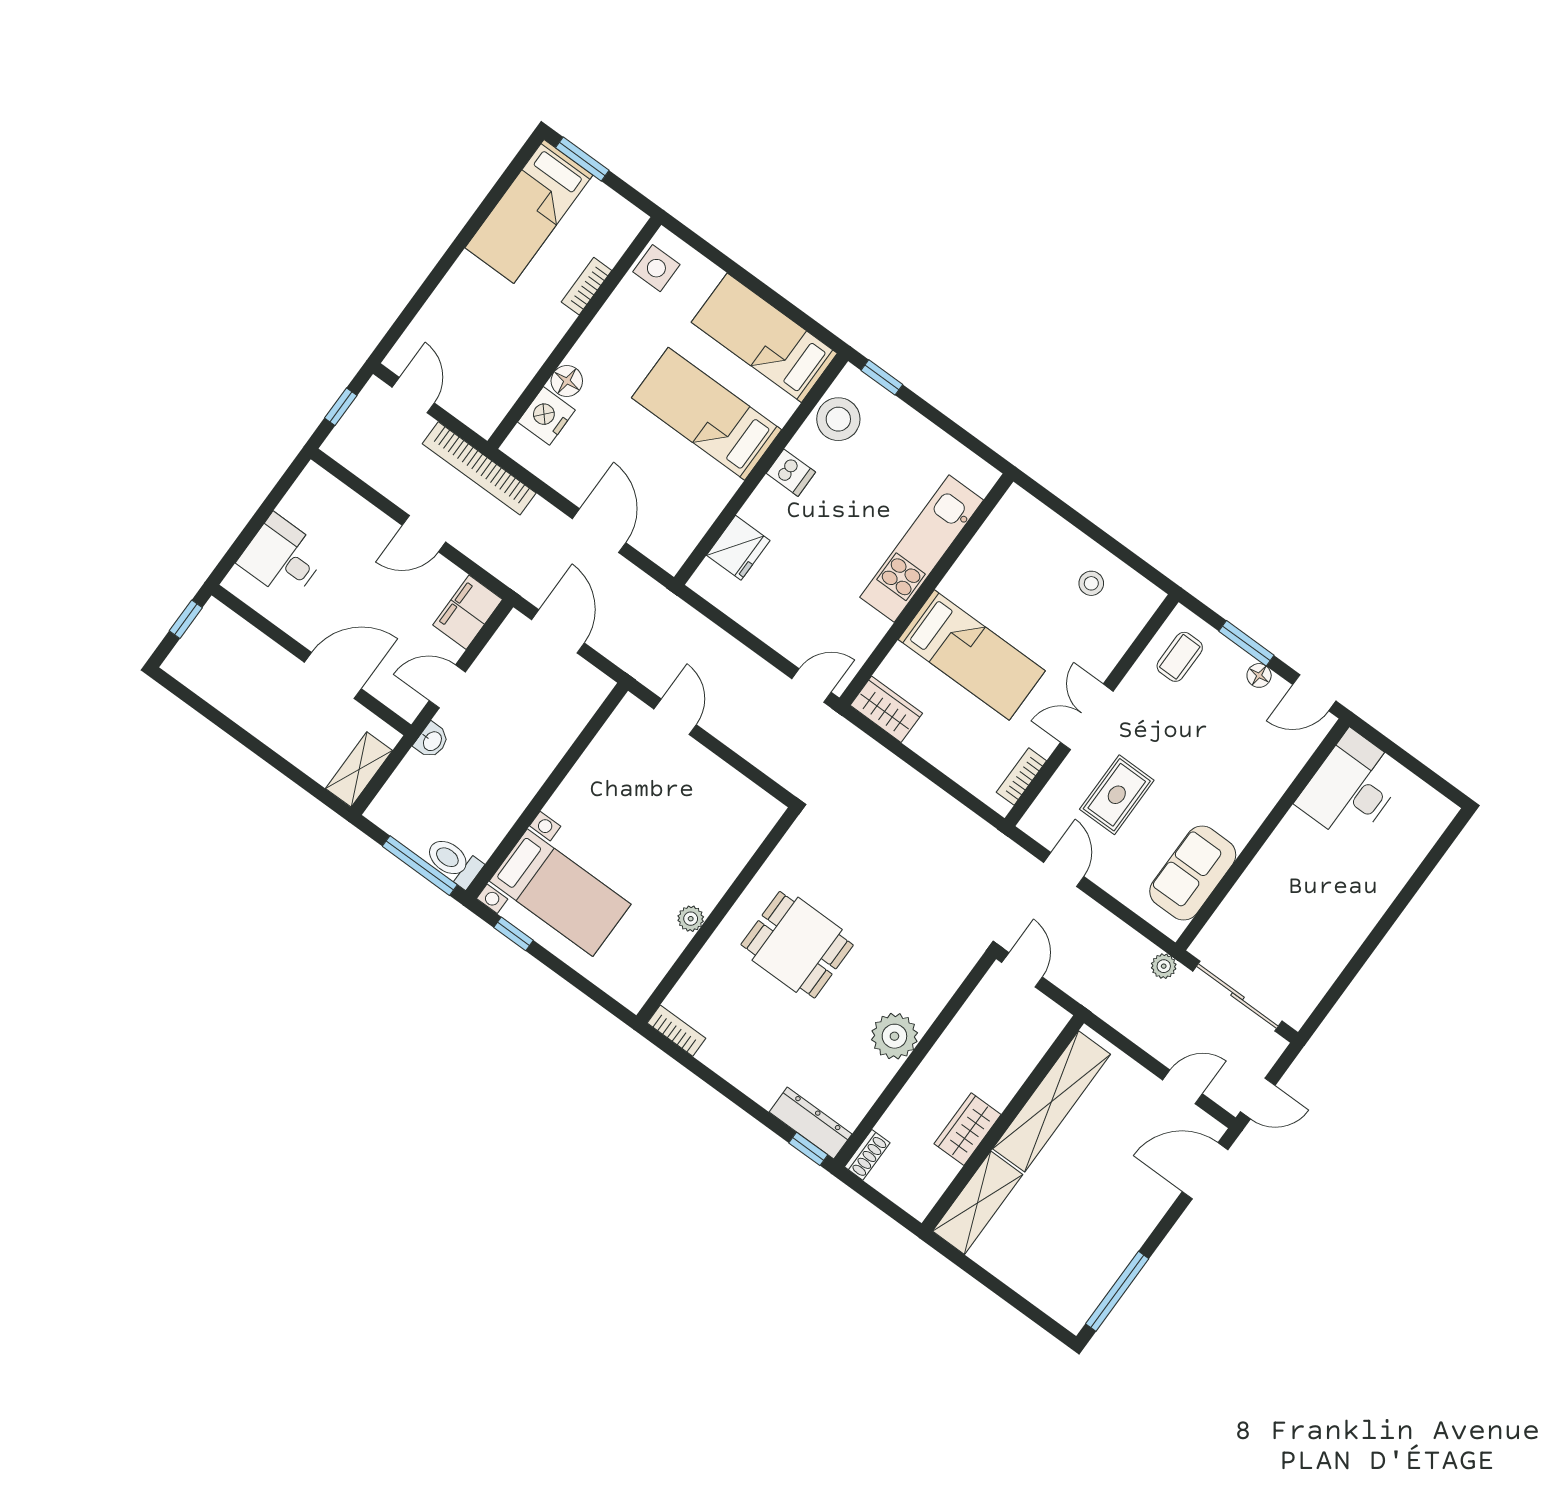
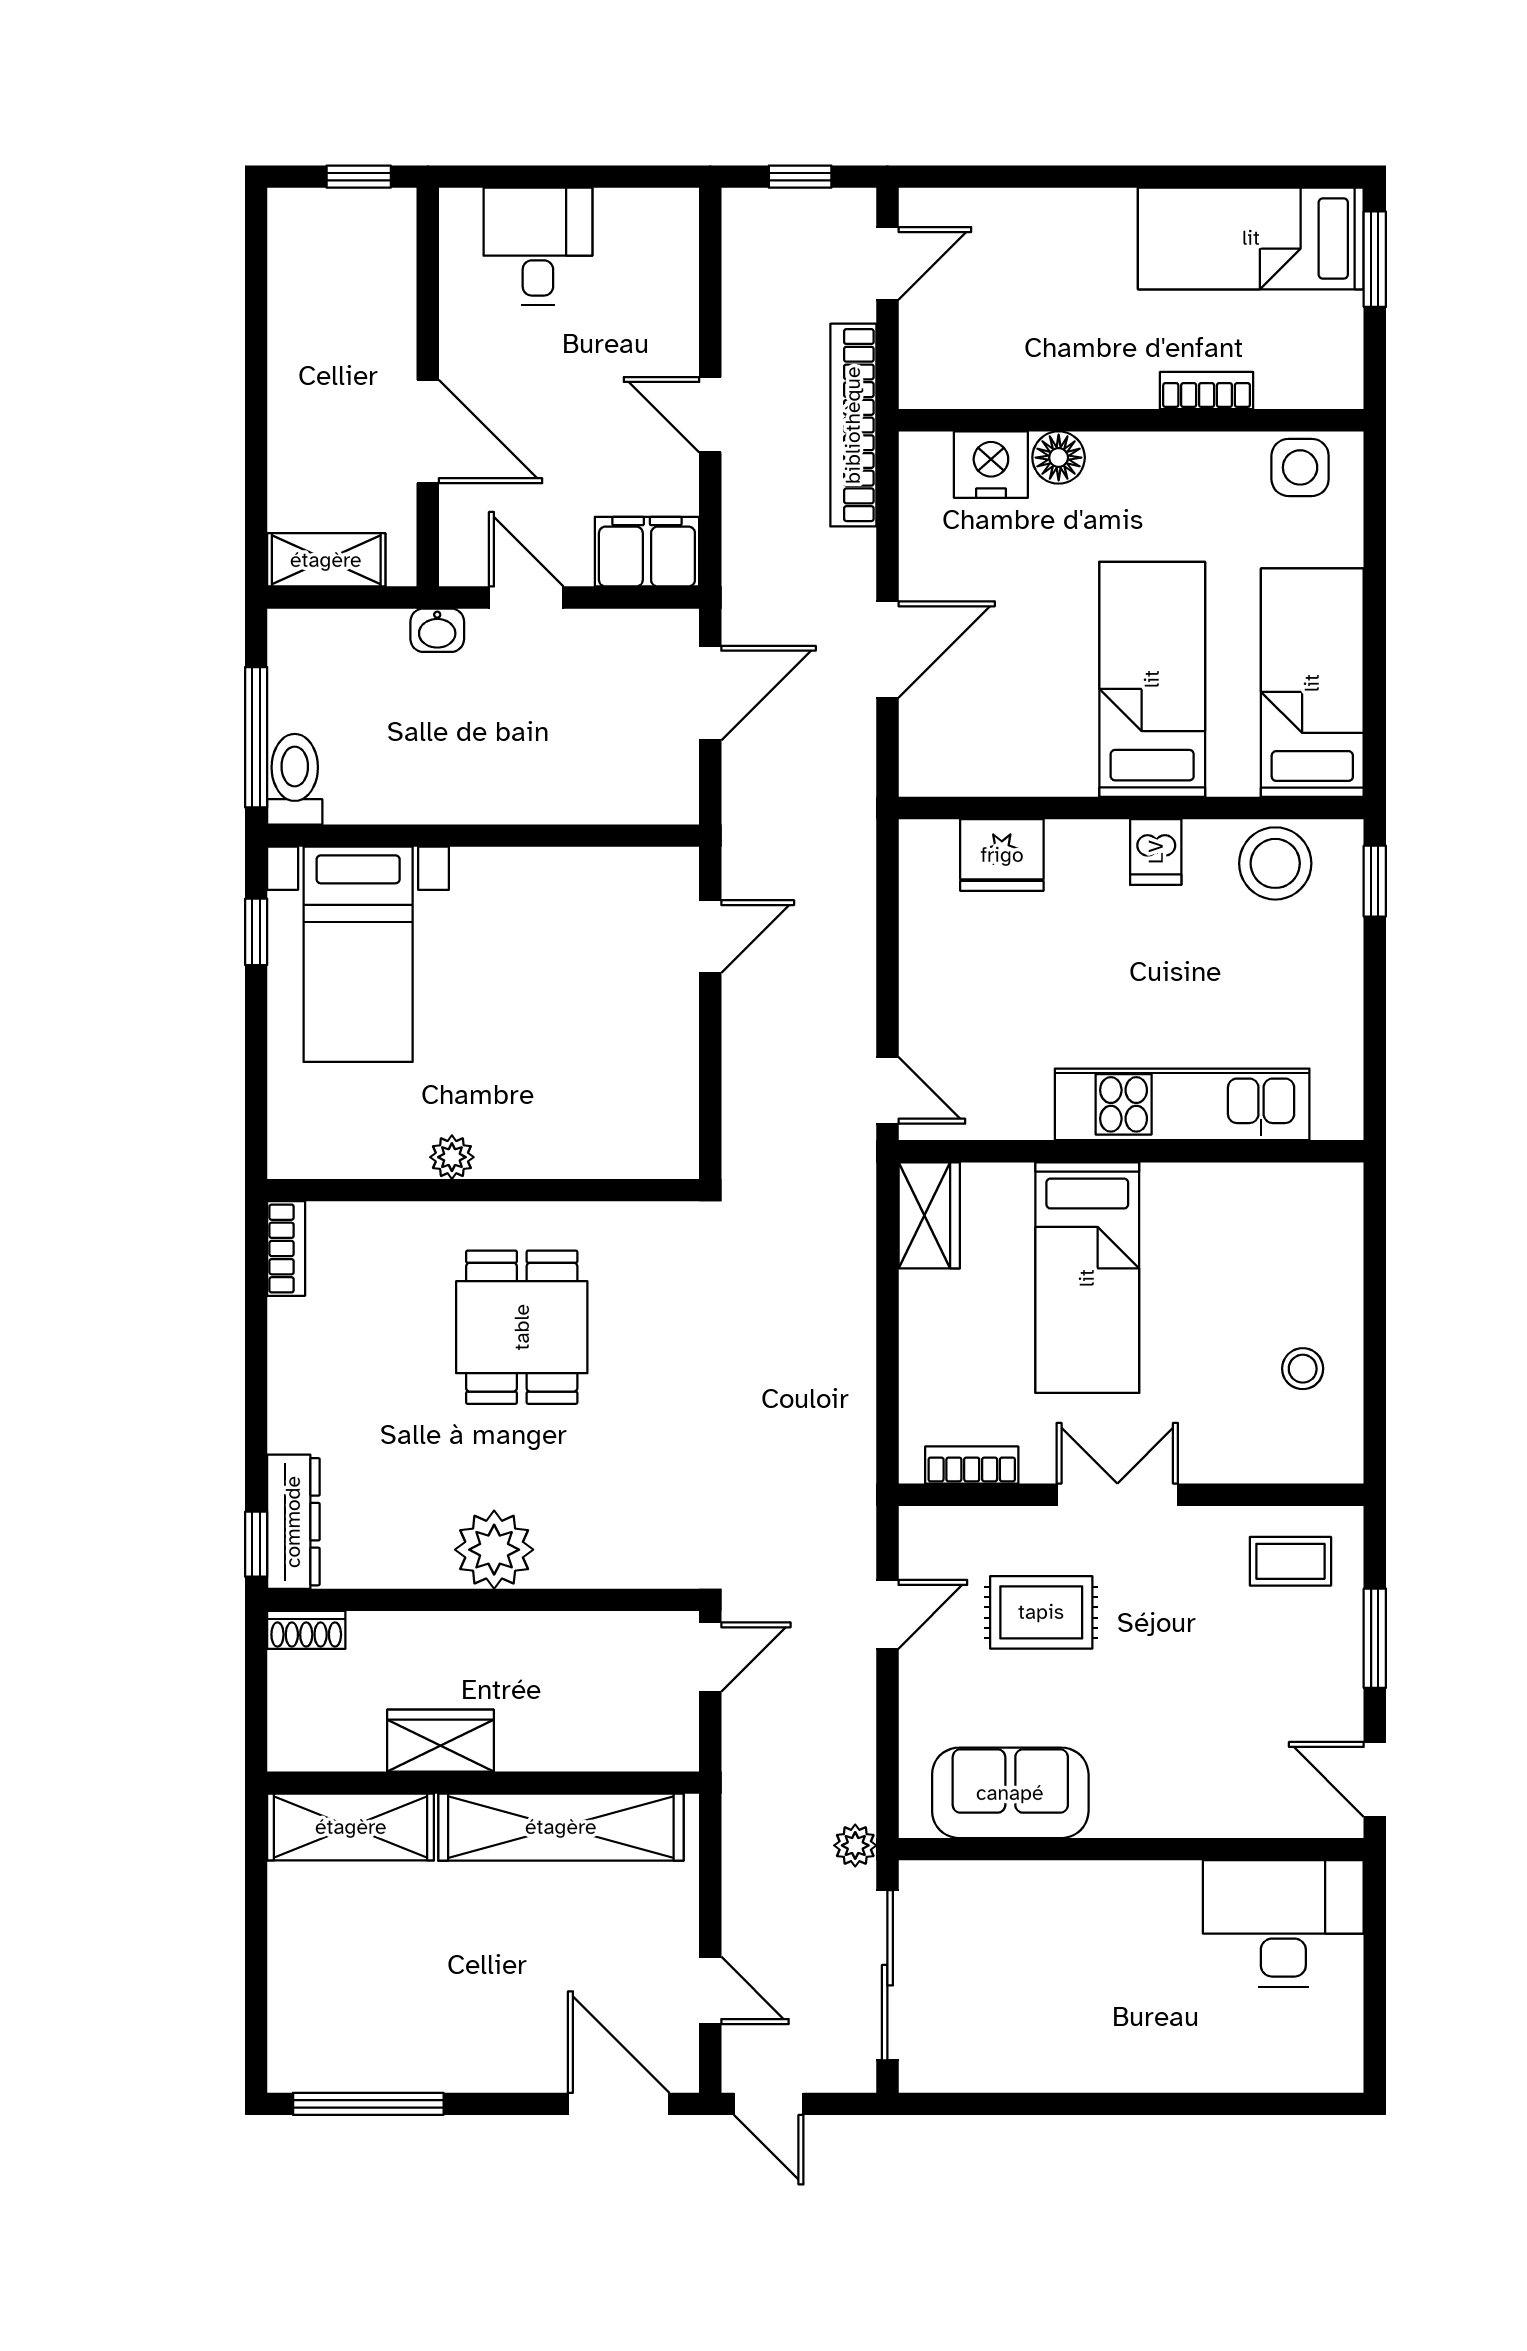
floor lamp: (1259, 675) -> (1344, 1687), removed

